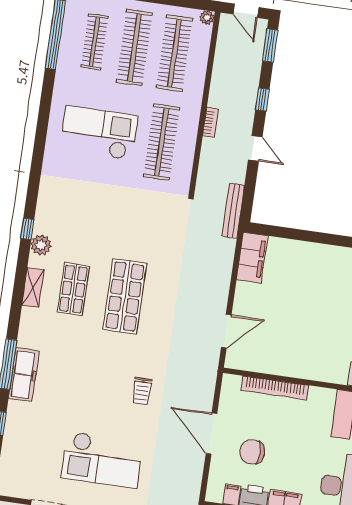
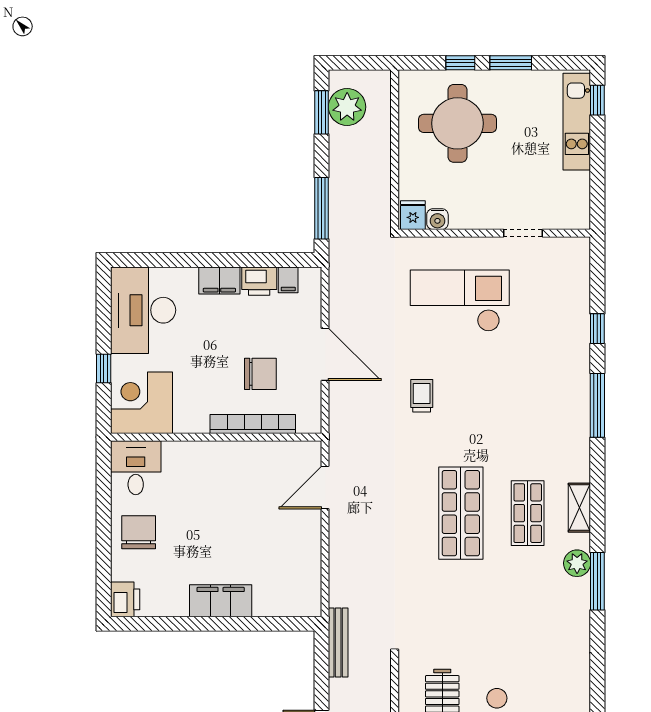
window: (27, 229) -> (597, 581), width x2.17
filing cabinet: (252, 258) -> (221, 601), moved, turned 90
freezer: (24, 375) -> (575, 395), removed
chair: (252, 452) -> (260, 374), moved

